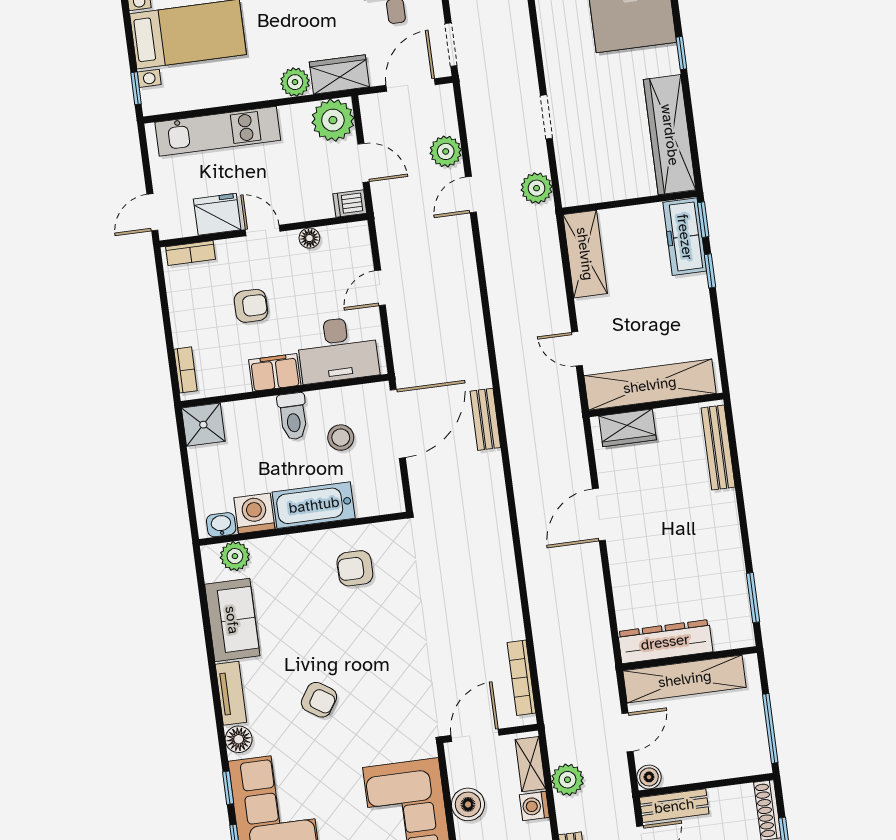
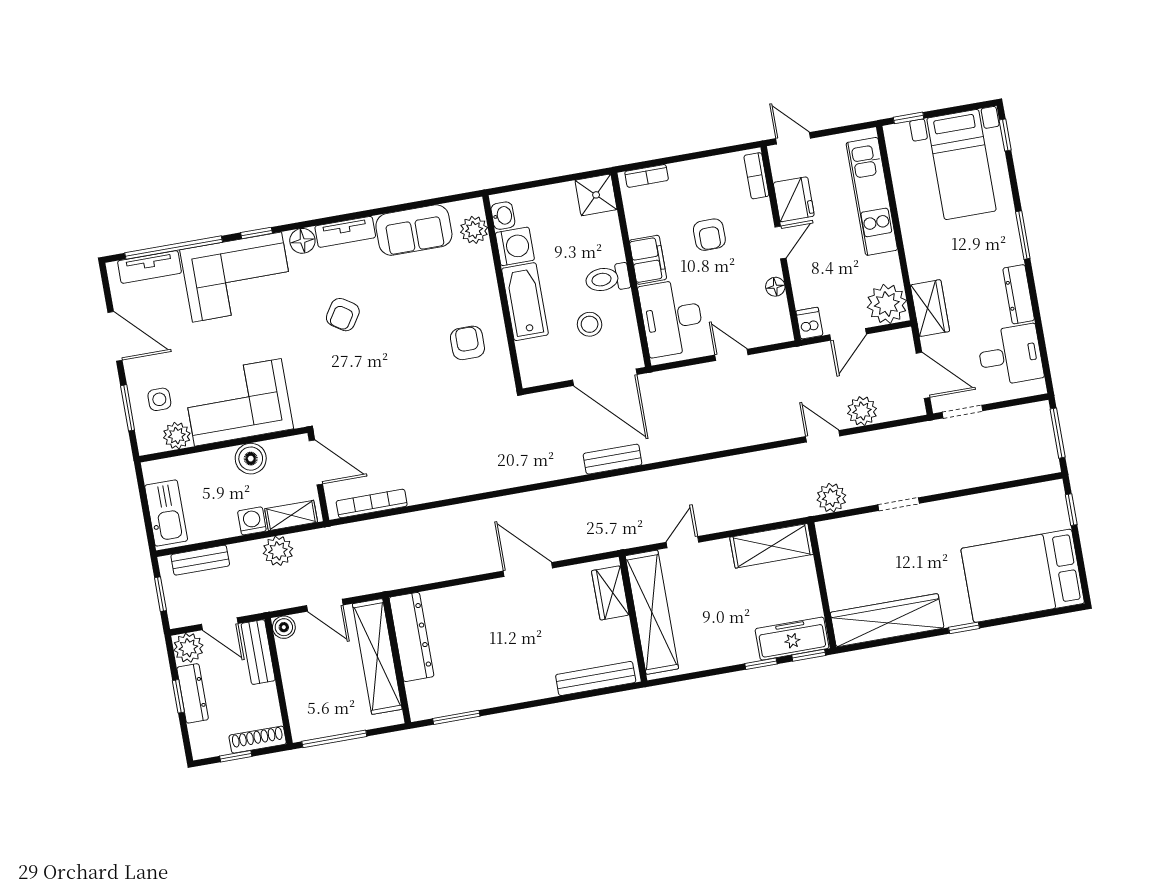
plant: (295, 82) -> (921, 267), removed

